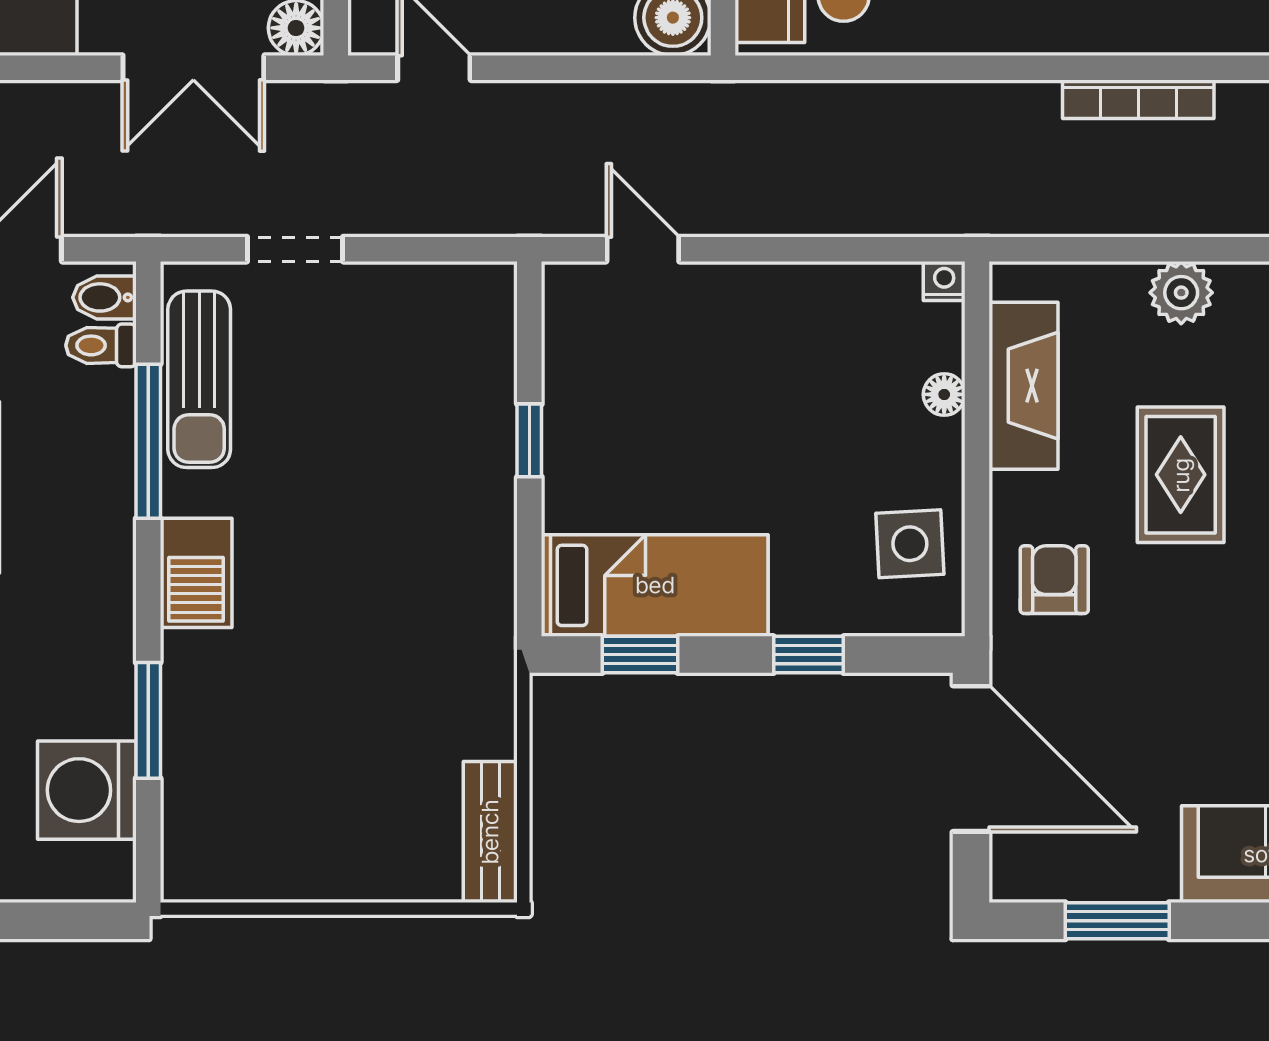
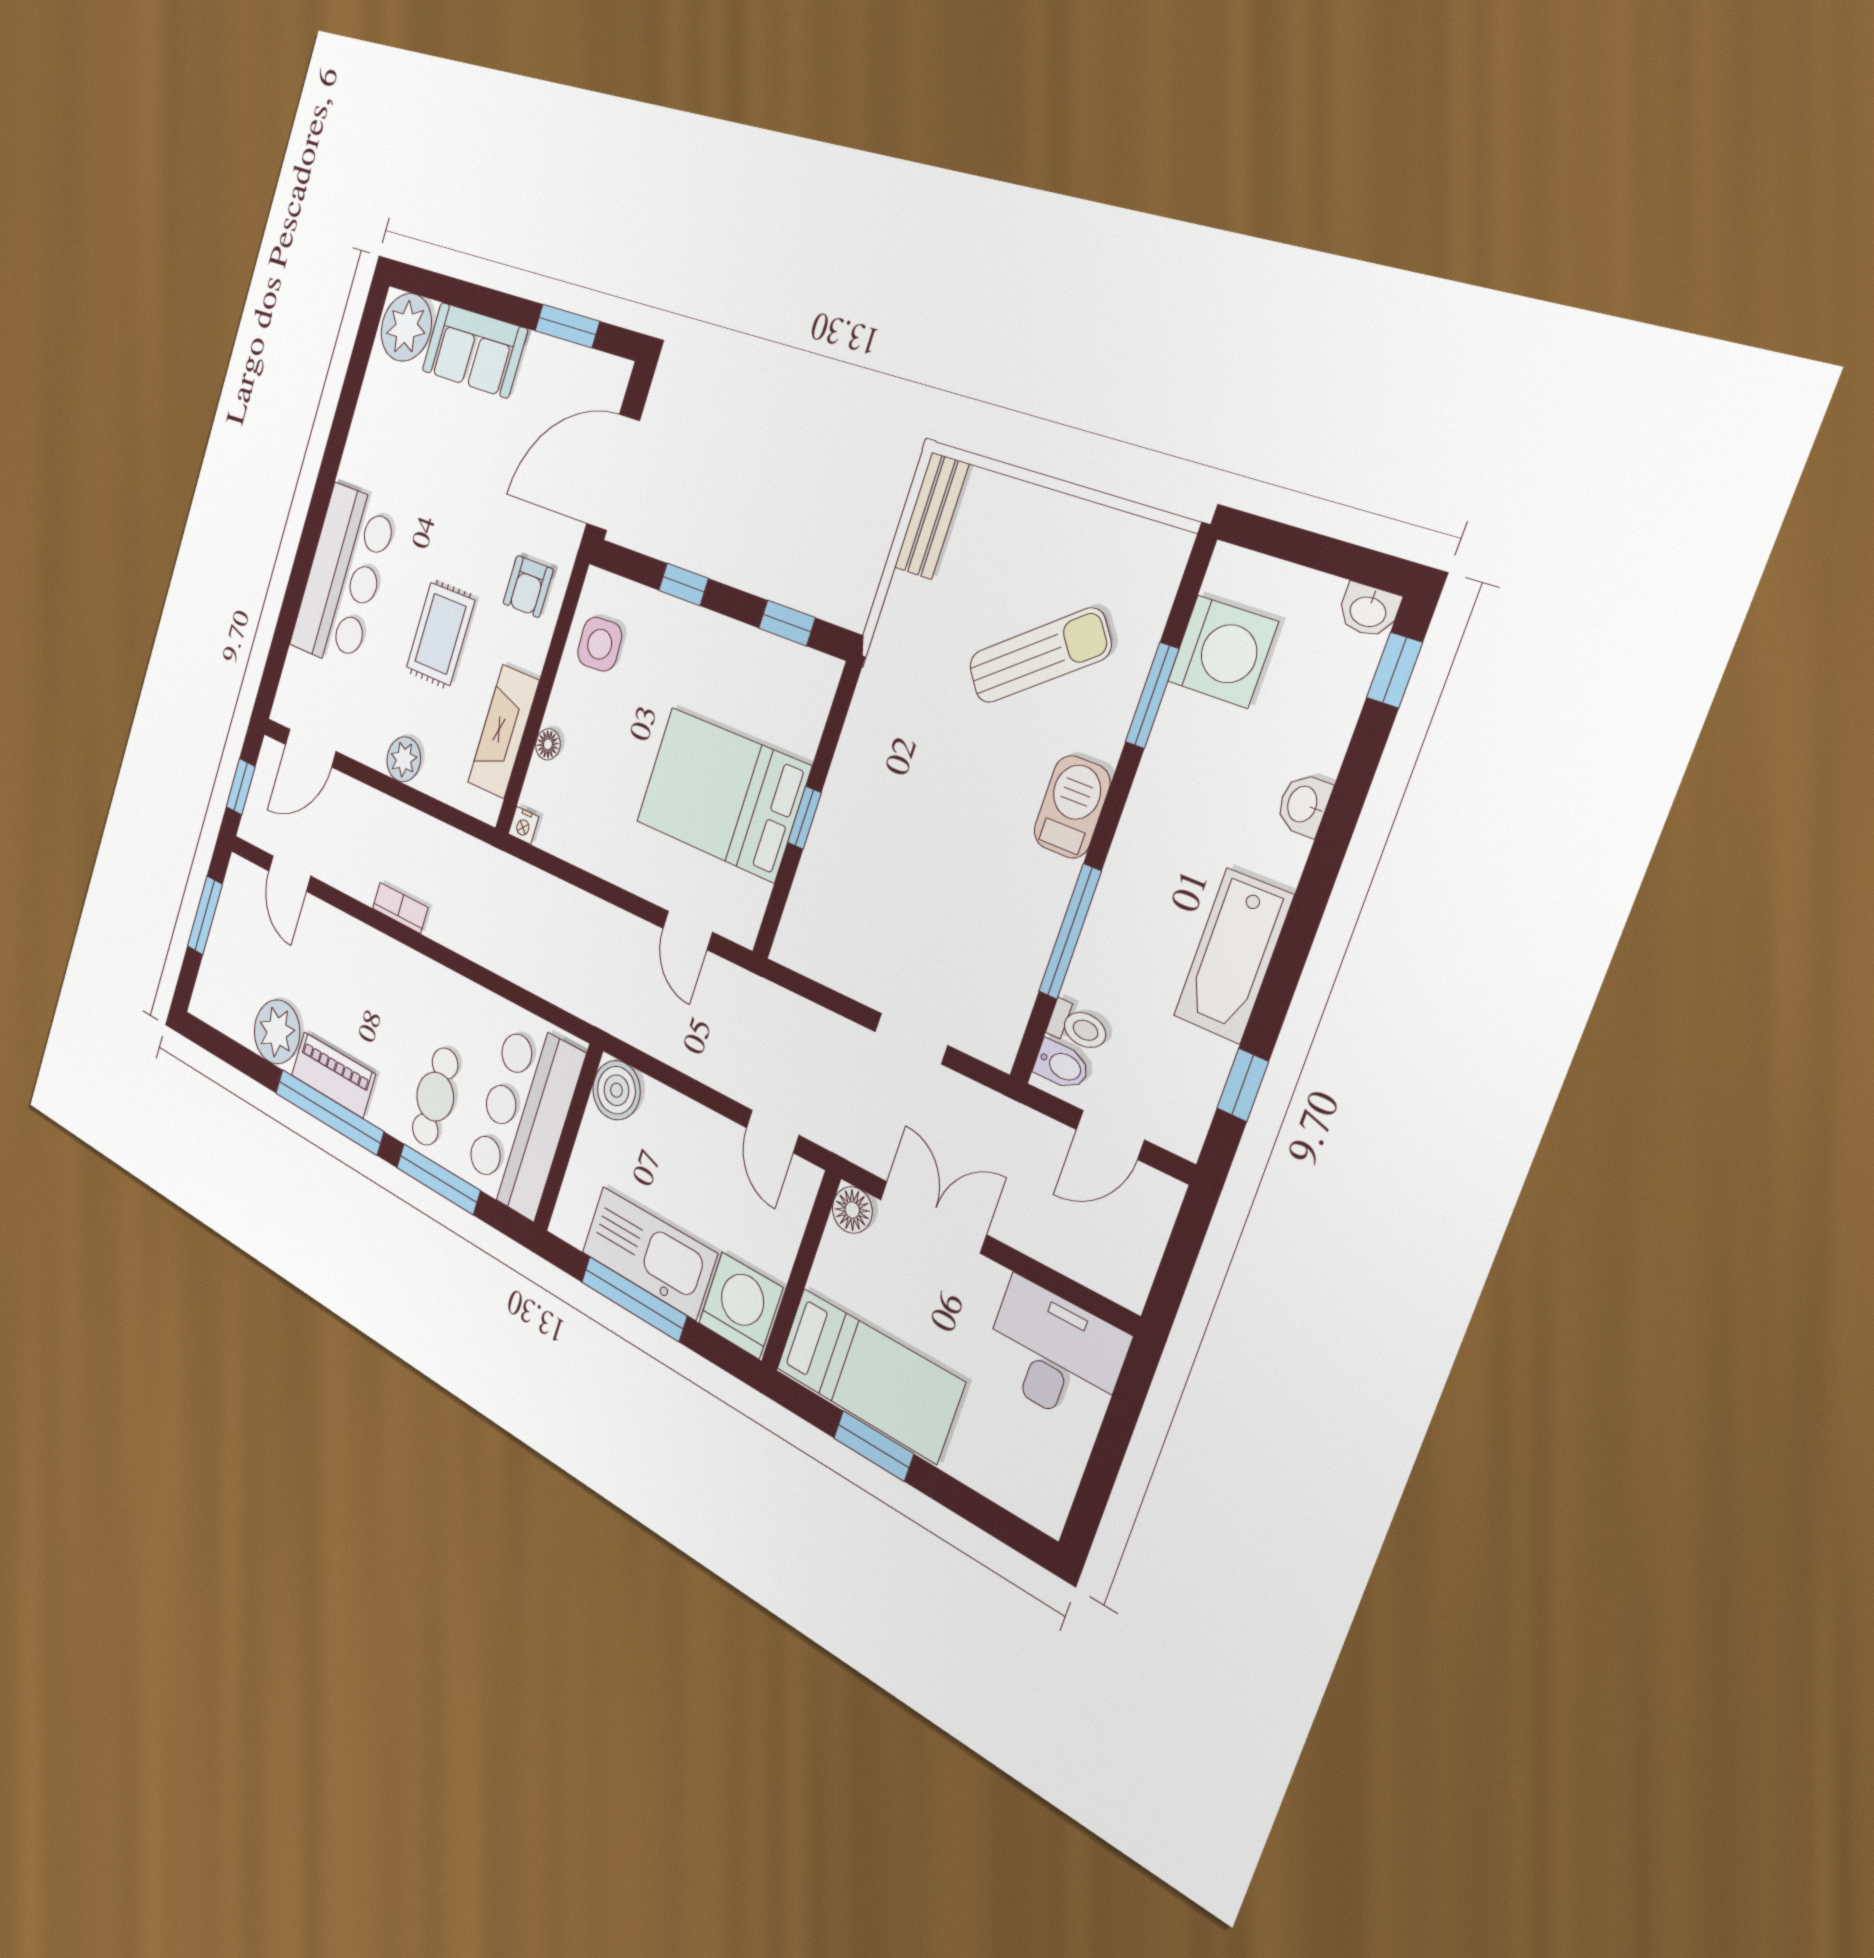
bookcase: (1138, 99) -> (400, 908), width x0.64
sun lounger: (199, 379) -> (1040, 656), moved, turned 53
bed: (655, 585) -> (722, 794), moved, width x1.50
door: (971, 759) -> (613, 472), hinge flipped

